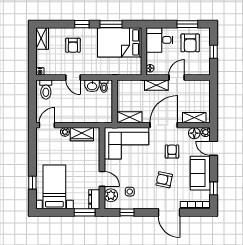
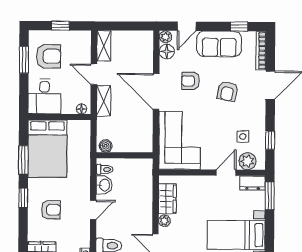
boiler: (122, 87) -> (106, 146), added
shelving: (130, 117) -> (146, 136), removed
shelving: (194, 118) -> (104, 46), moved

